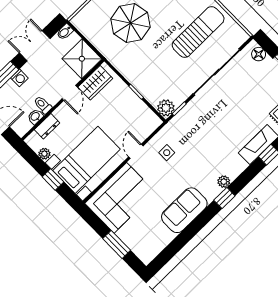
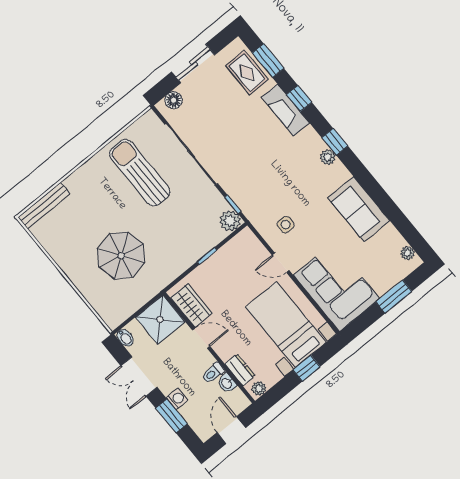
plant: (44, 154) -> (259, 388), moved
window: (224, 198) -> (335, 142), moved
plant: (152, 252) -> (407, 253), added

